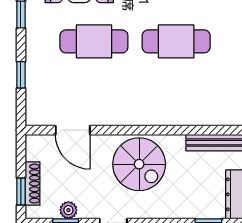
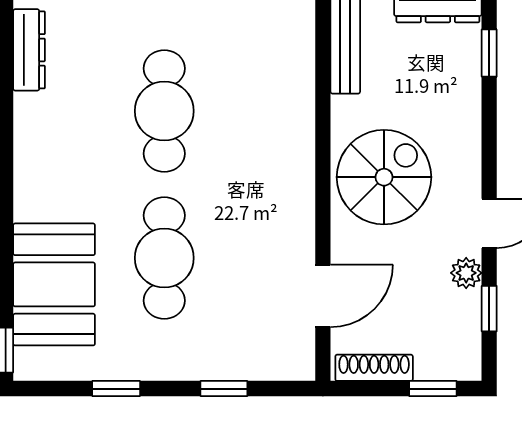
shoe rack: (33, 184) -> (374, 368), moved
plant: (68, 210) -> (466, 273), moved

